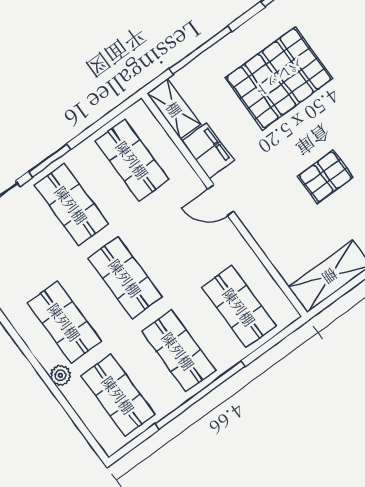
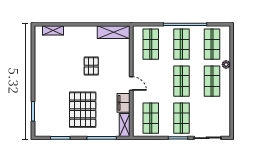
pallet: (279, 78) -> (83, 110), turned 90
pallet: (325, 177) -> (91, 66), turned 90

